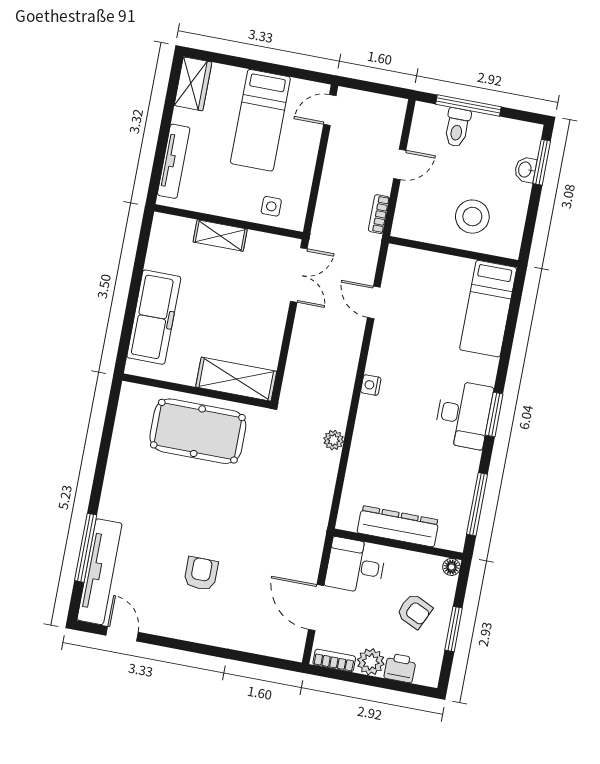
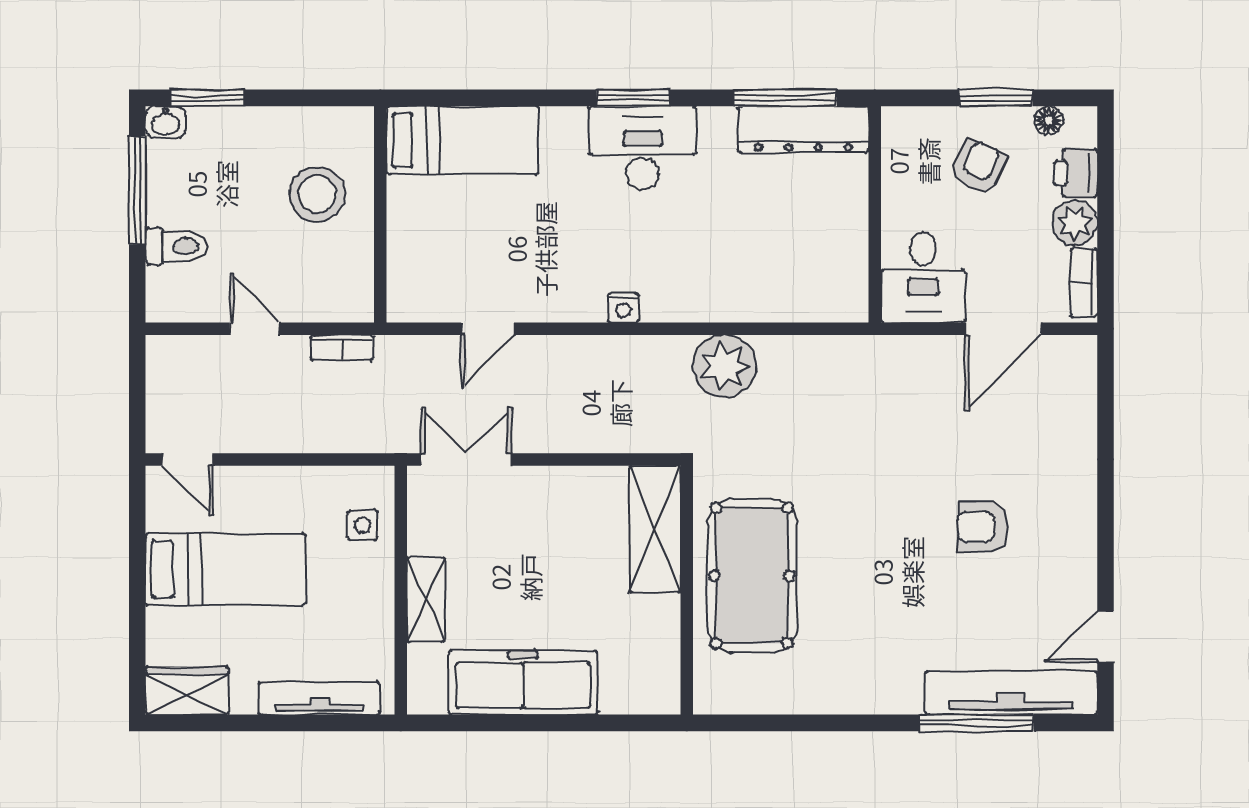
window: (468, 105) -> (137, 190), moved
washbasin: (525, 170) -> (165, 122), moved
freezer: (154, 317) -> (523, 683), moved
plant: (334, 440) -> (724, 366), width x1.88, depth x1.88
dresser: (398, 526) -> (803, 129), moved, turned -90
floor lamp: (451, 567) -> (1049, 120), moved

